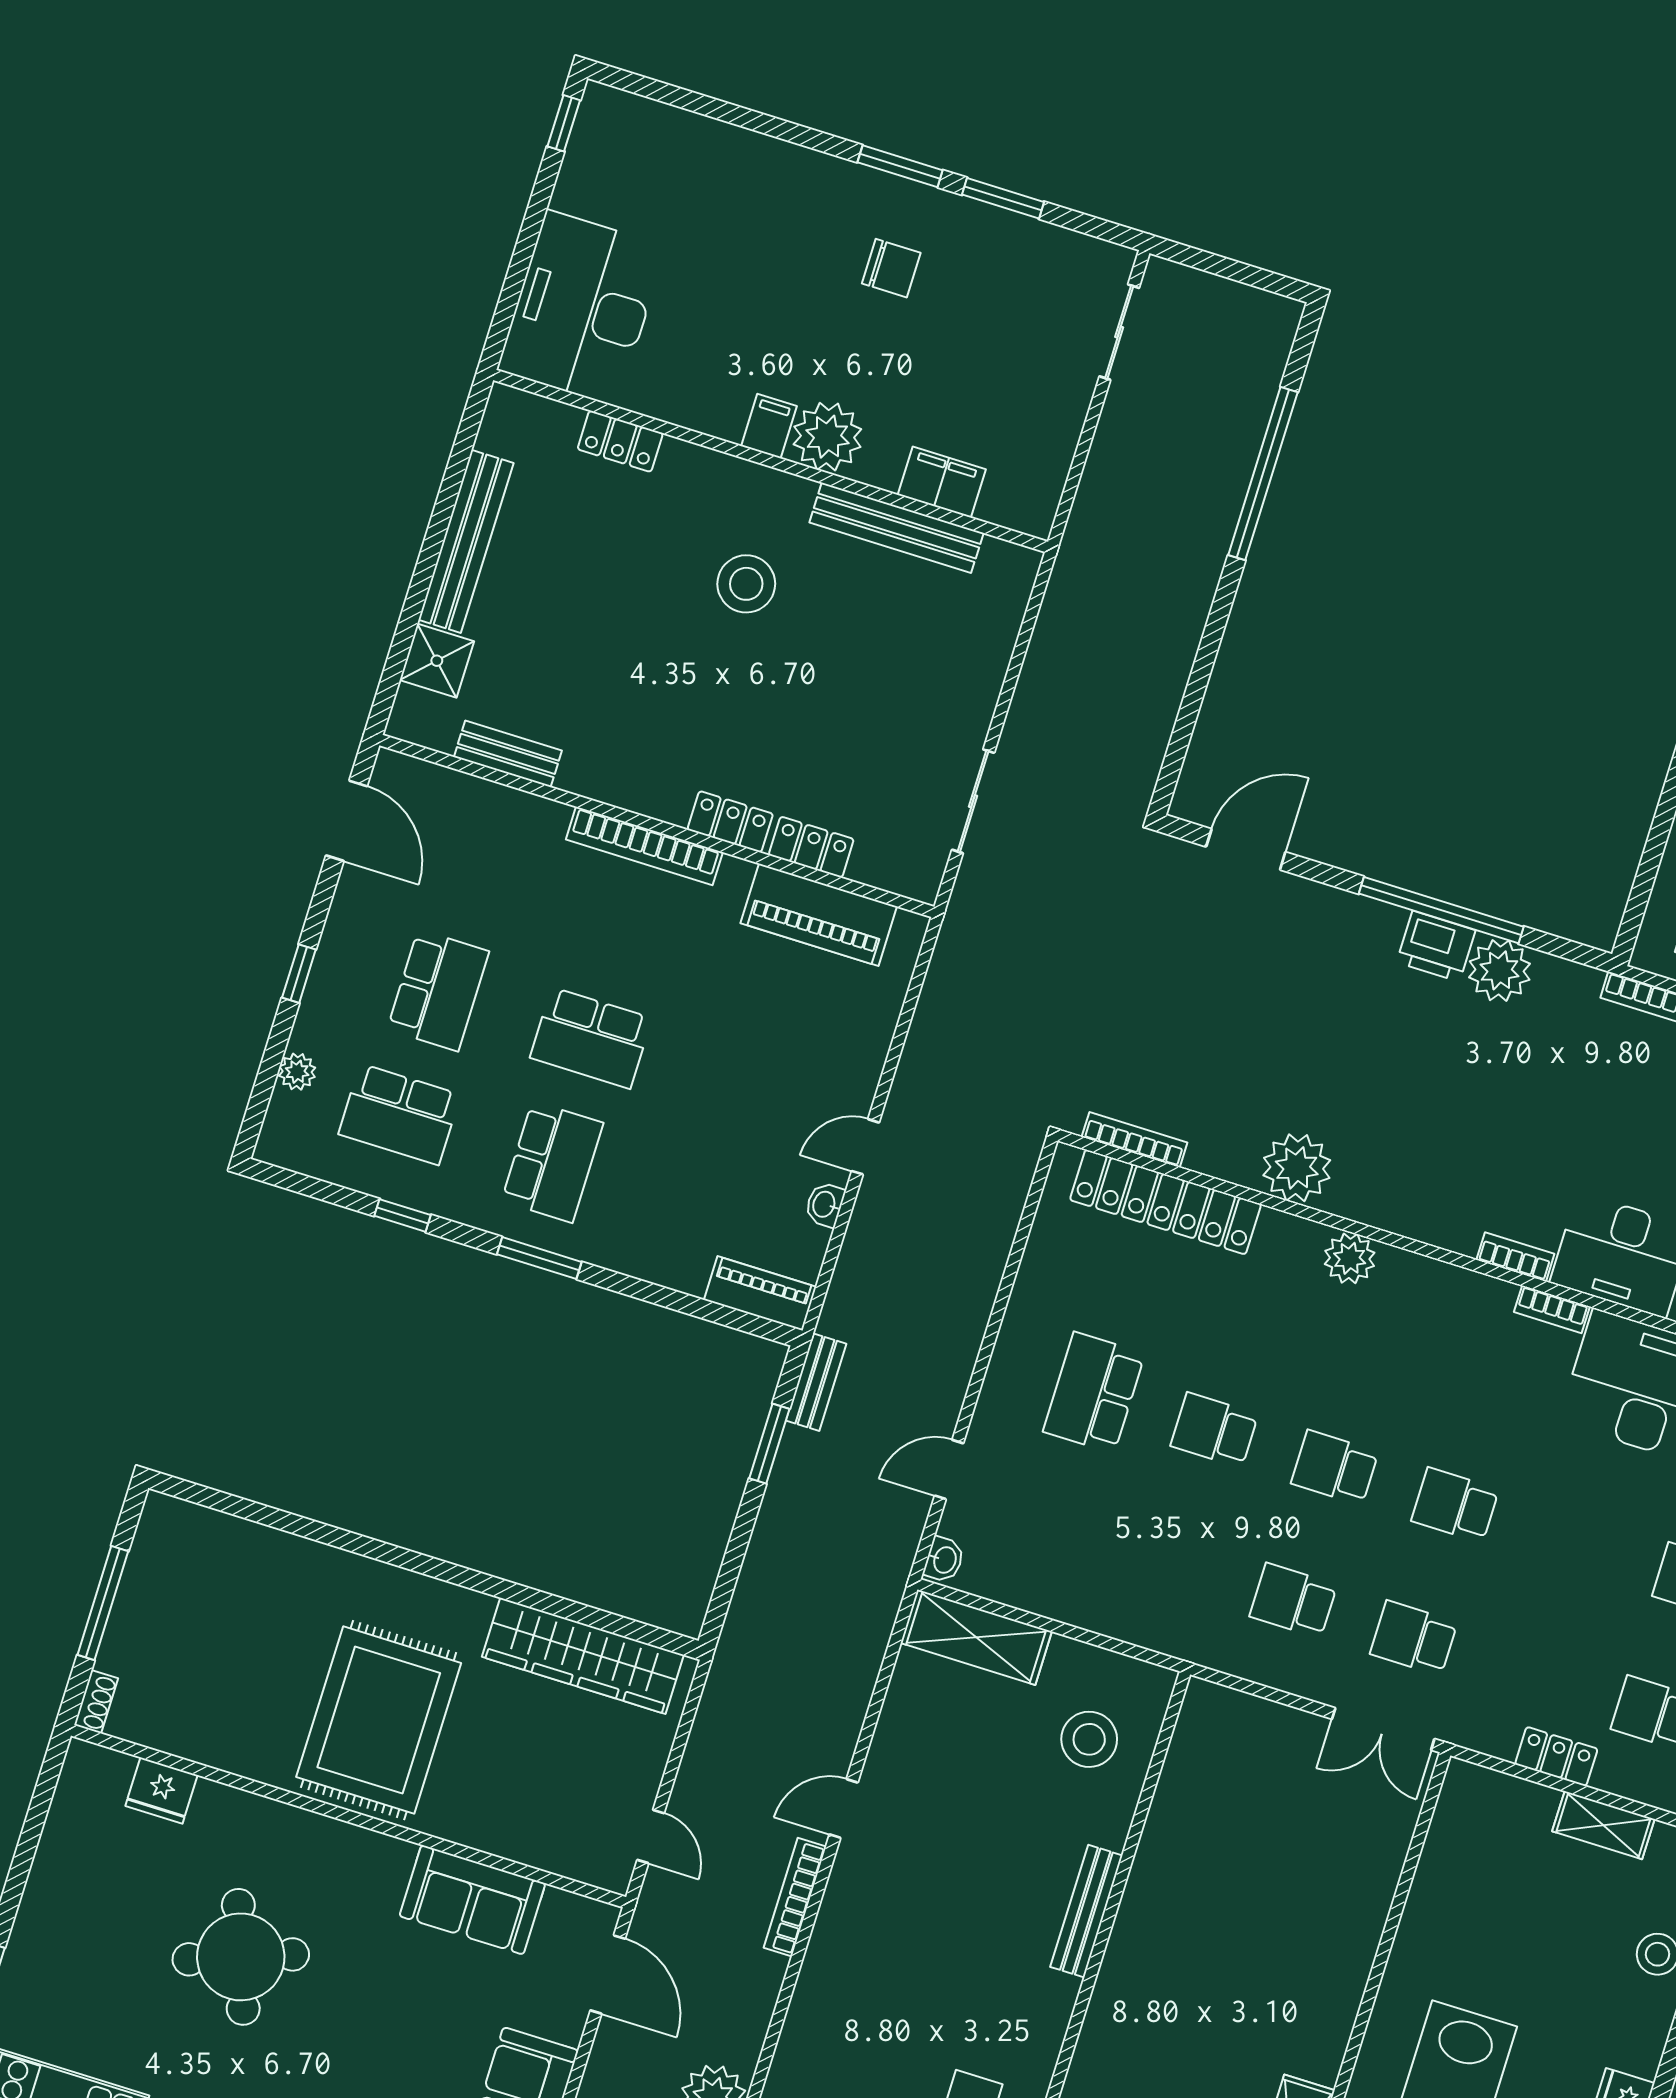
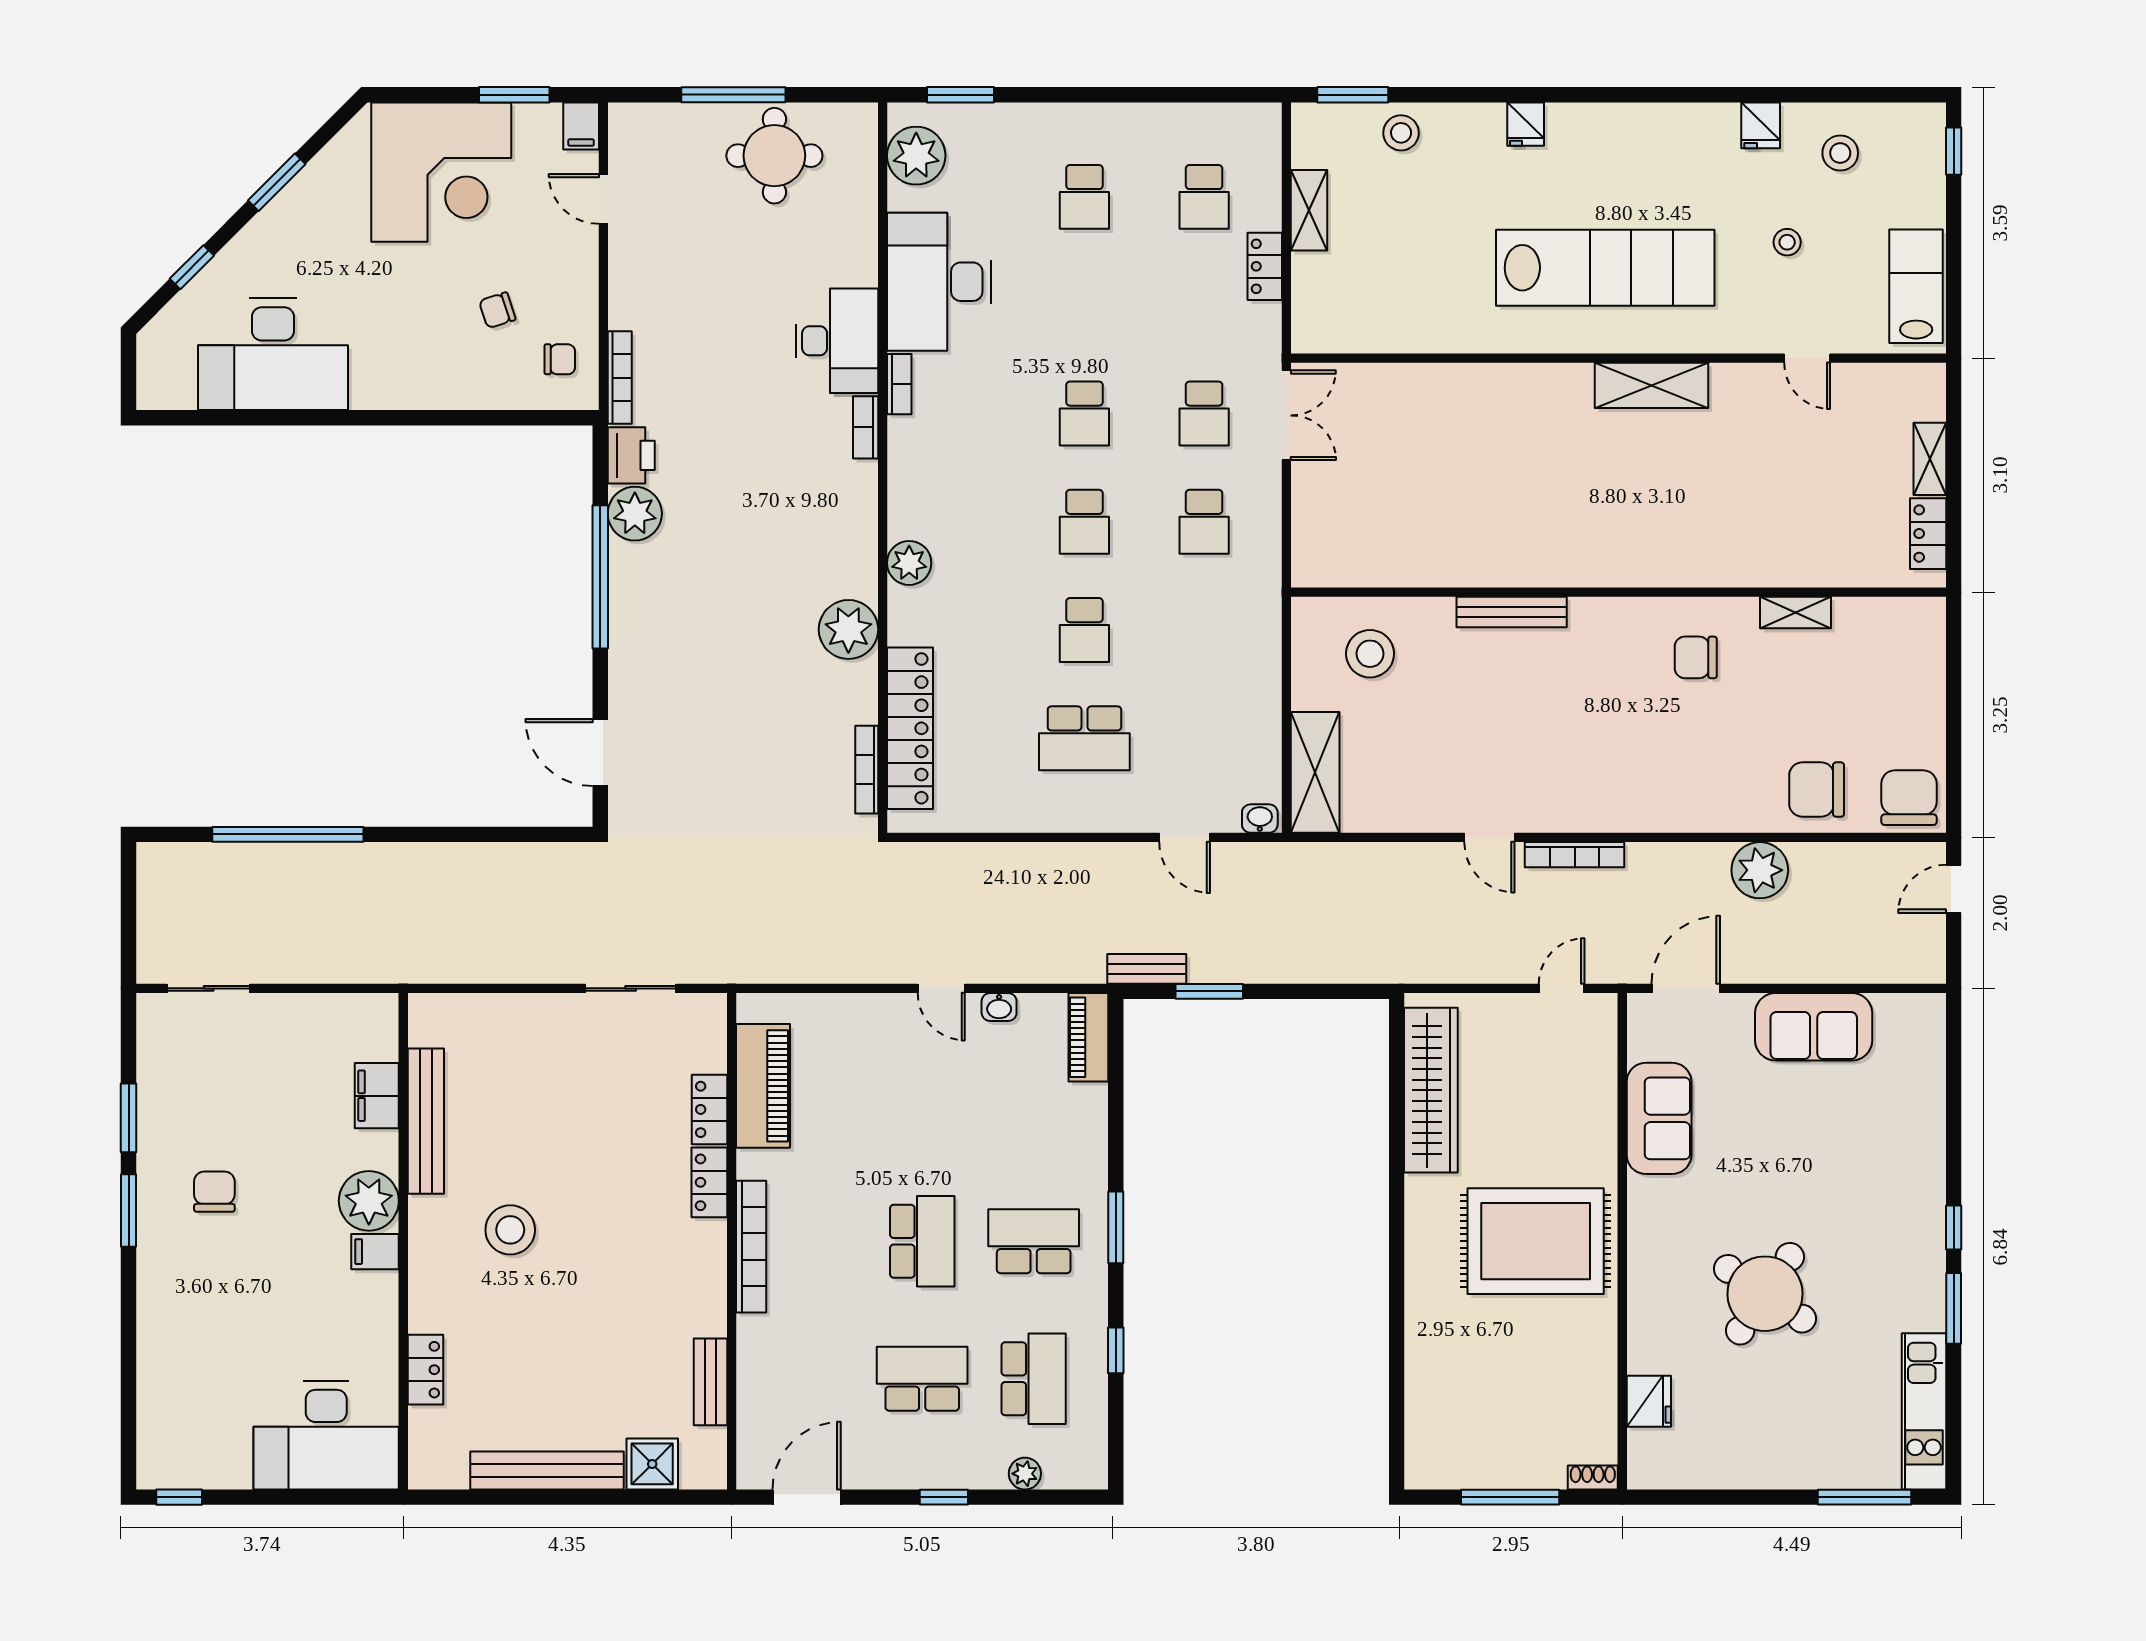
printer: (1436, 946) -> (631, 455), moved
round table: (241, 1957) -> (1765, 1294), turned -36

